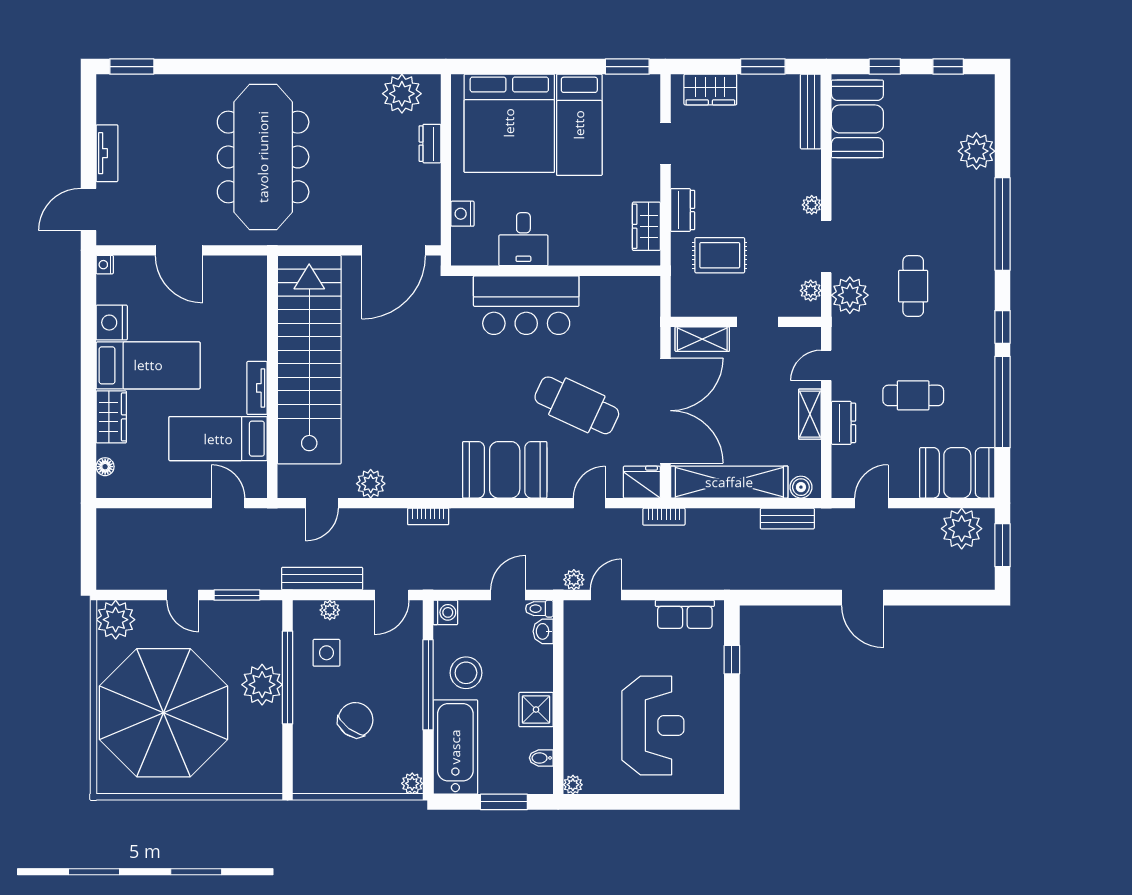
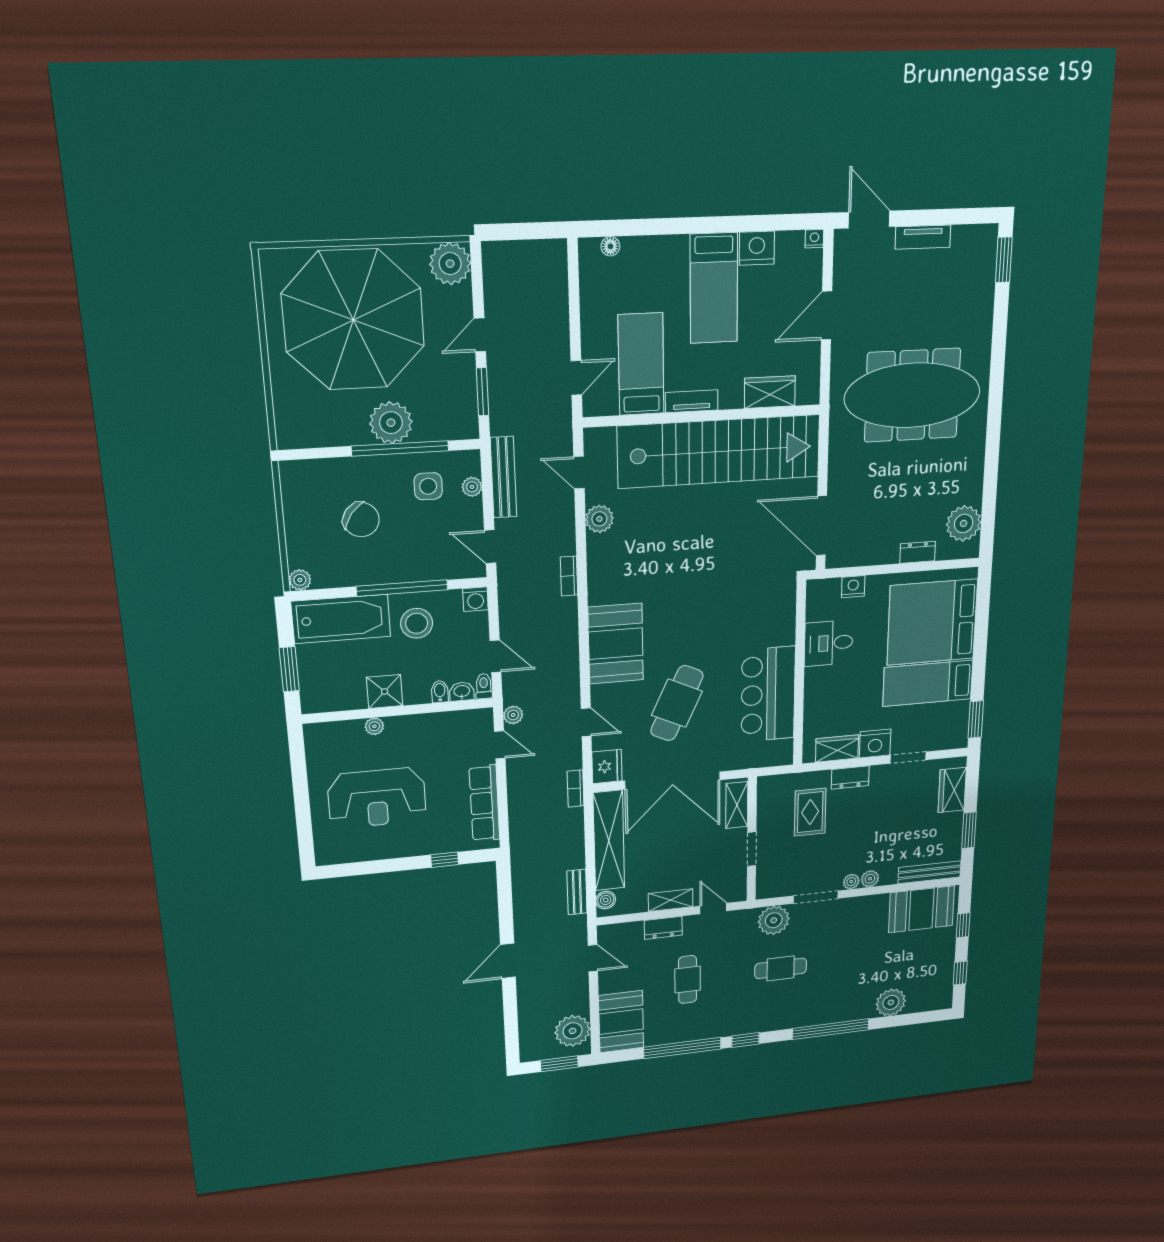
nightstand: (645, 183) -> (875, 744), added
plant: (811, 291) -> (870, 879), moved
bar counter: (526, 305) -> (768, 694), moved
wardrobe: (111, 417) -> (770, 392), moved, turned 180
row of seats: (685, 614) -> (484, 803), width x1.48
bidet: (541, 758) -> (440, 692), moved
plant: (573, 785) -> (374, 726), moved

